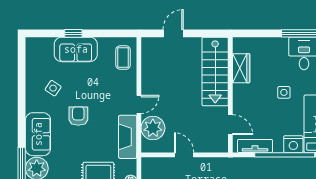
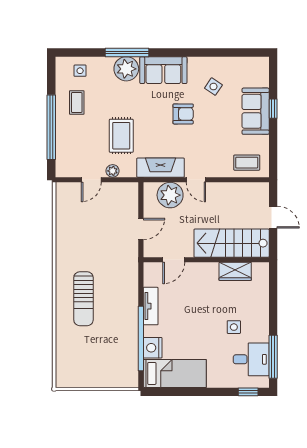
wardrobe: (241, 68) -> (235, 271), moved
stairs: (215, 71) -> (232, 243), moved
side table: (284, 92) -> (234, 327), moved
wall: (230, 95) -> (206, 260), moved
door: (230, 125) -> (174, 260), moved

